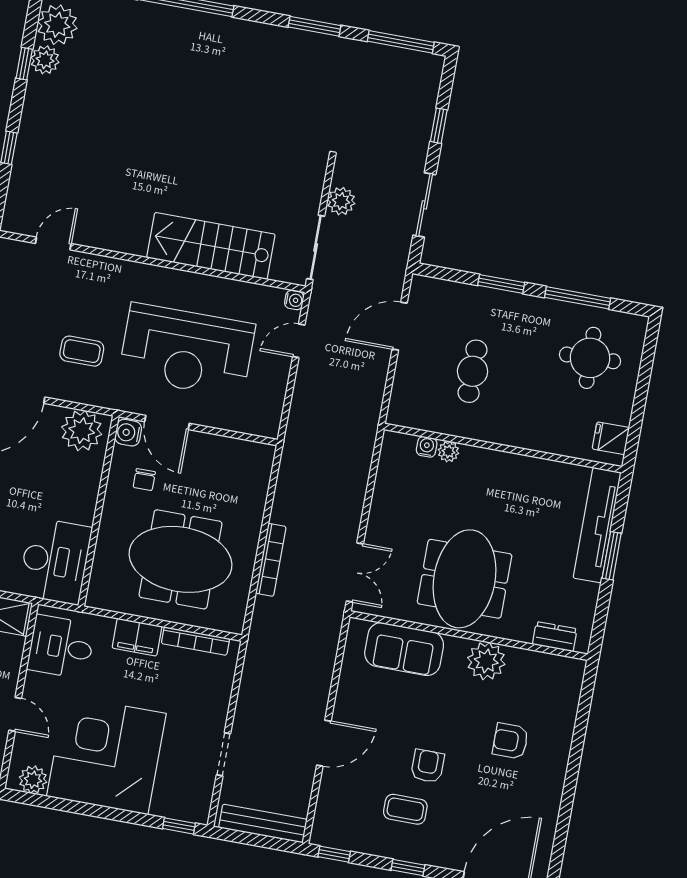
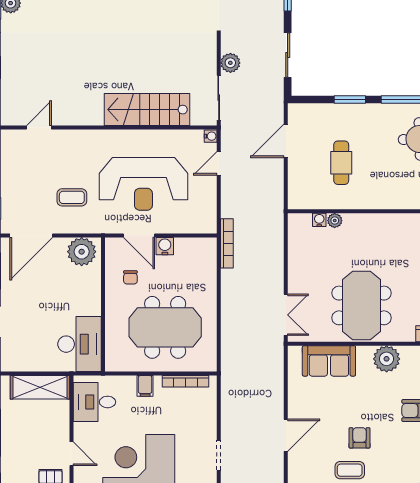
water cooler: (128, 433) -> (165, 246), moved, turned 90
bookcase: (271, 560) -> (227, 243), moved
filing cabinet: (137, 637) -> (145, 386), width x0.50

